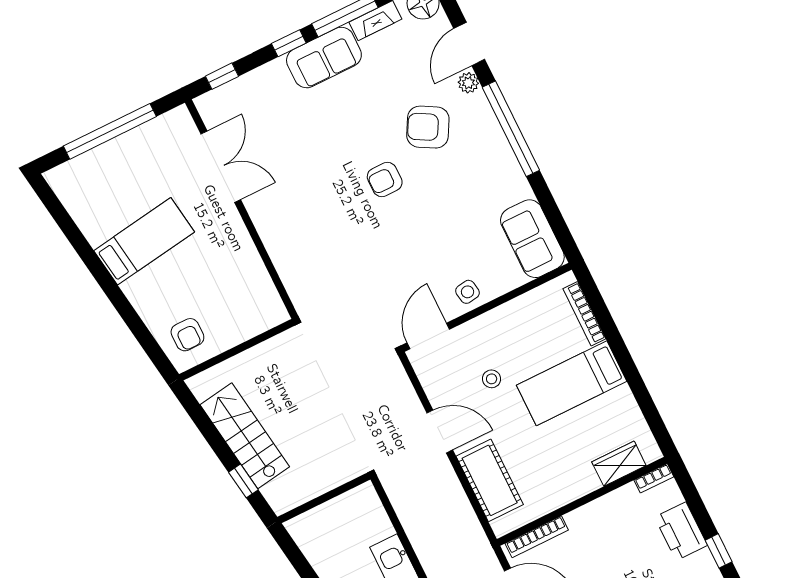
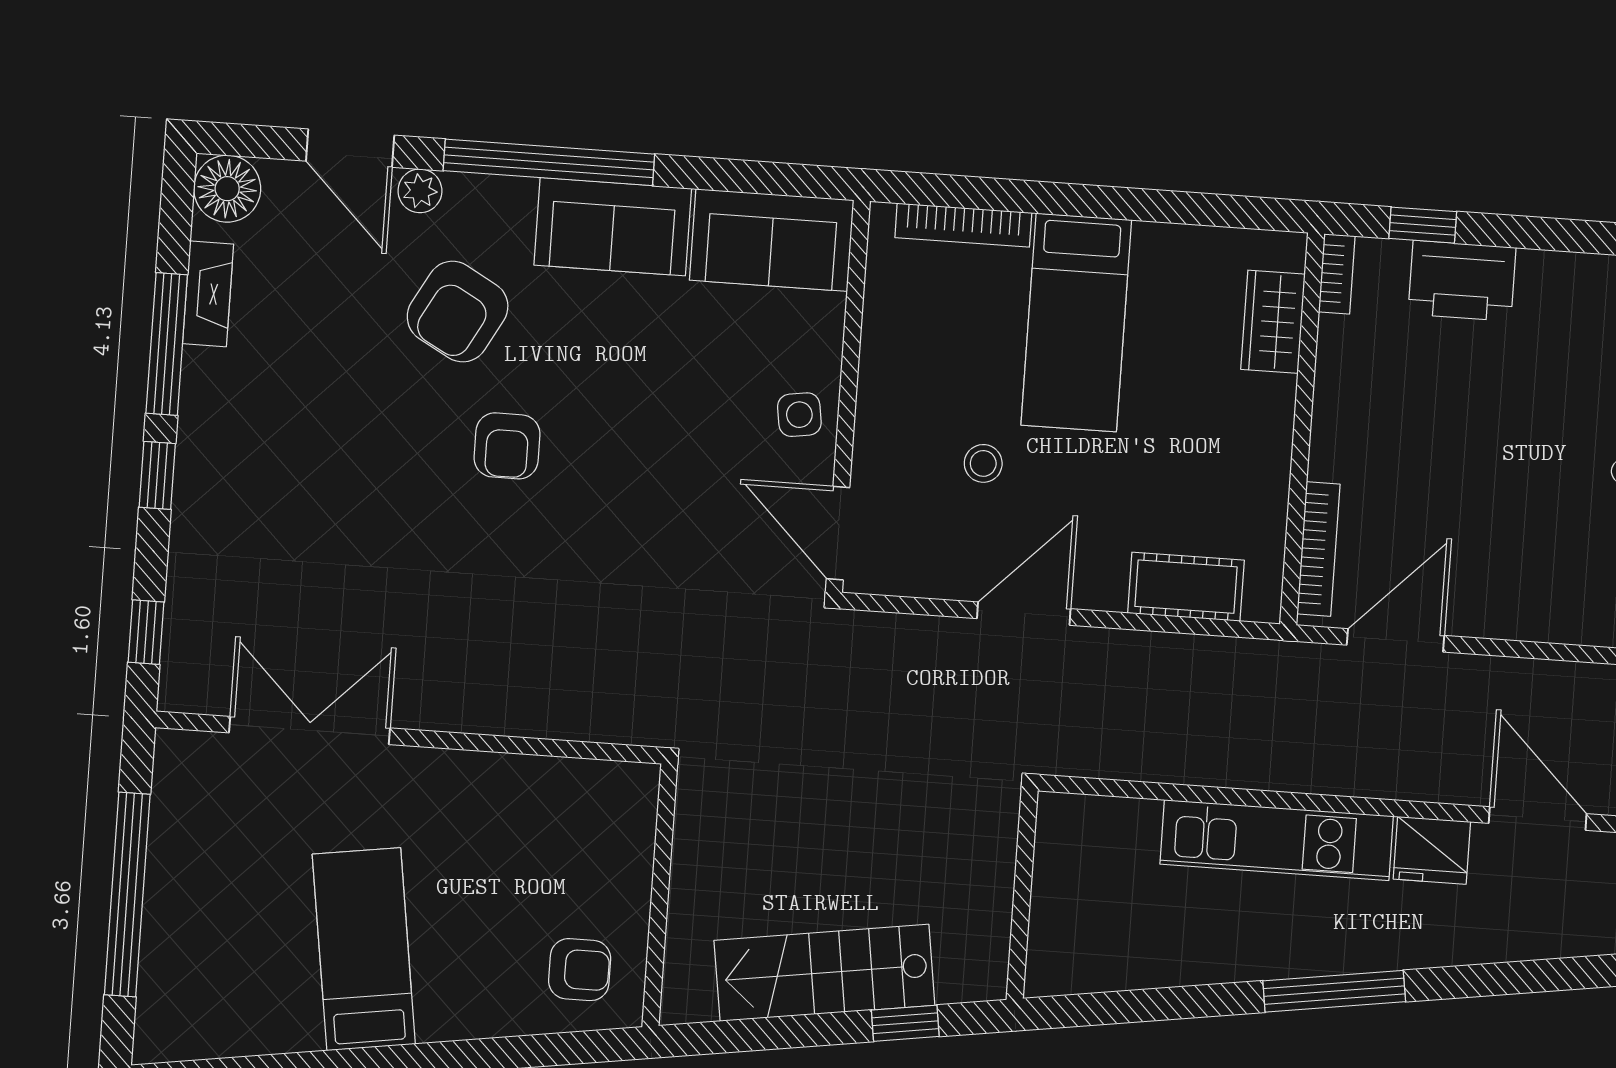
sofa: (324, 58) -> (613, 227), moved, turned 90
cot: (490, 480) -> (1186, 587), width x0.73, depth x0.75
window: (719, 551) -> (1423, 225), moved

